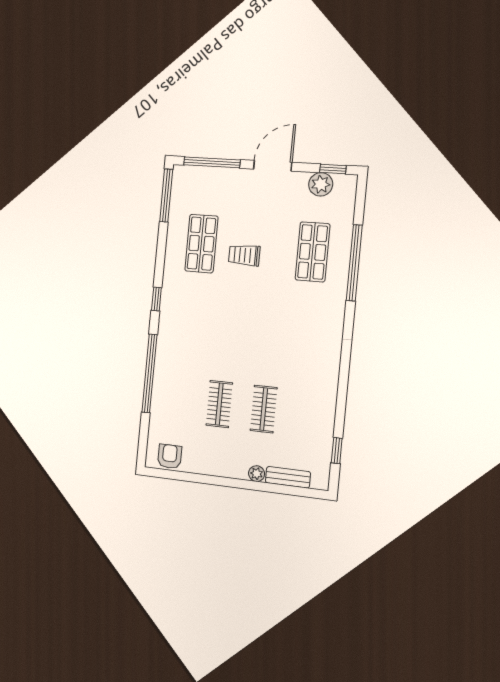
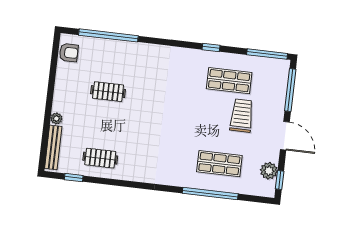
trolley: (244, 255) -> (242, 116), moved, width x1.36, depth x1.39
window: (156, 299) -> (211, 47), moved
window: (149, 373) -> (108, 35), moved
clothes rail: (264, 409) -> (100, 158), moved
bench: (288, 477) -> (53, 147), width x1.36

